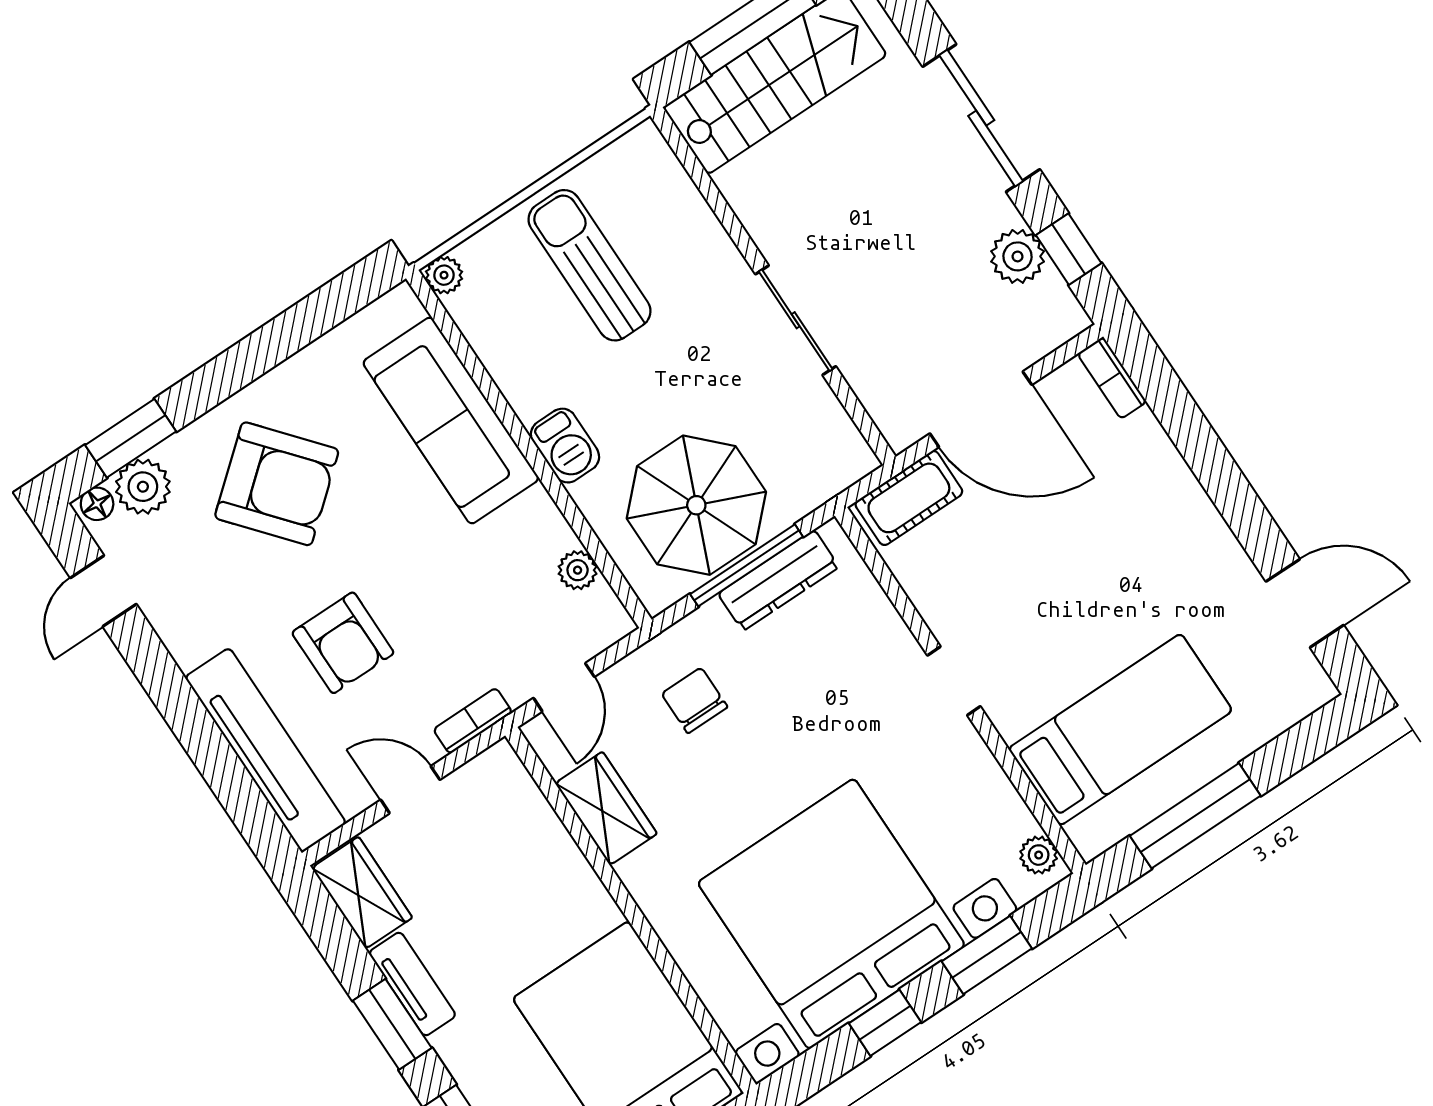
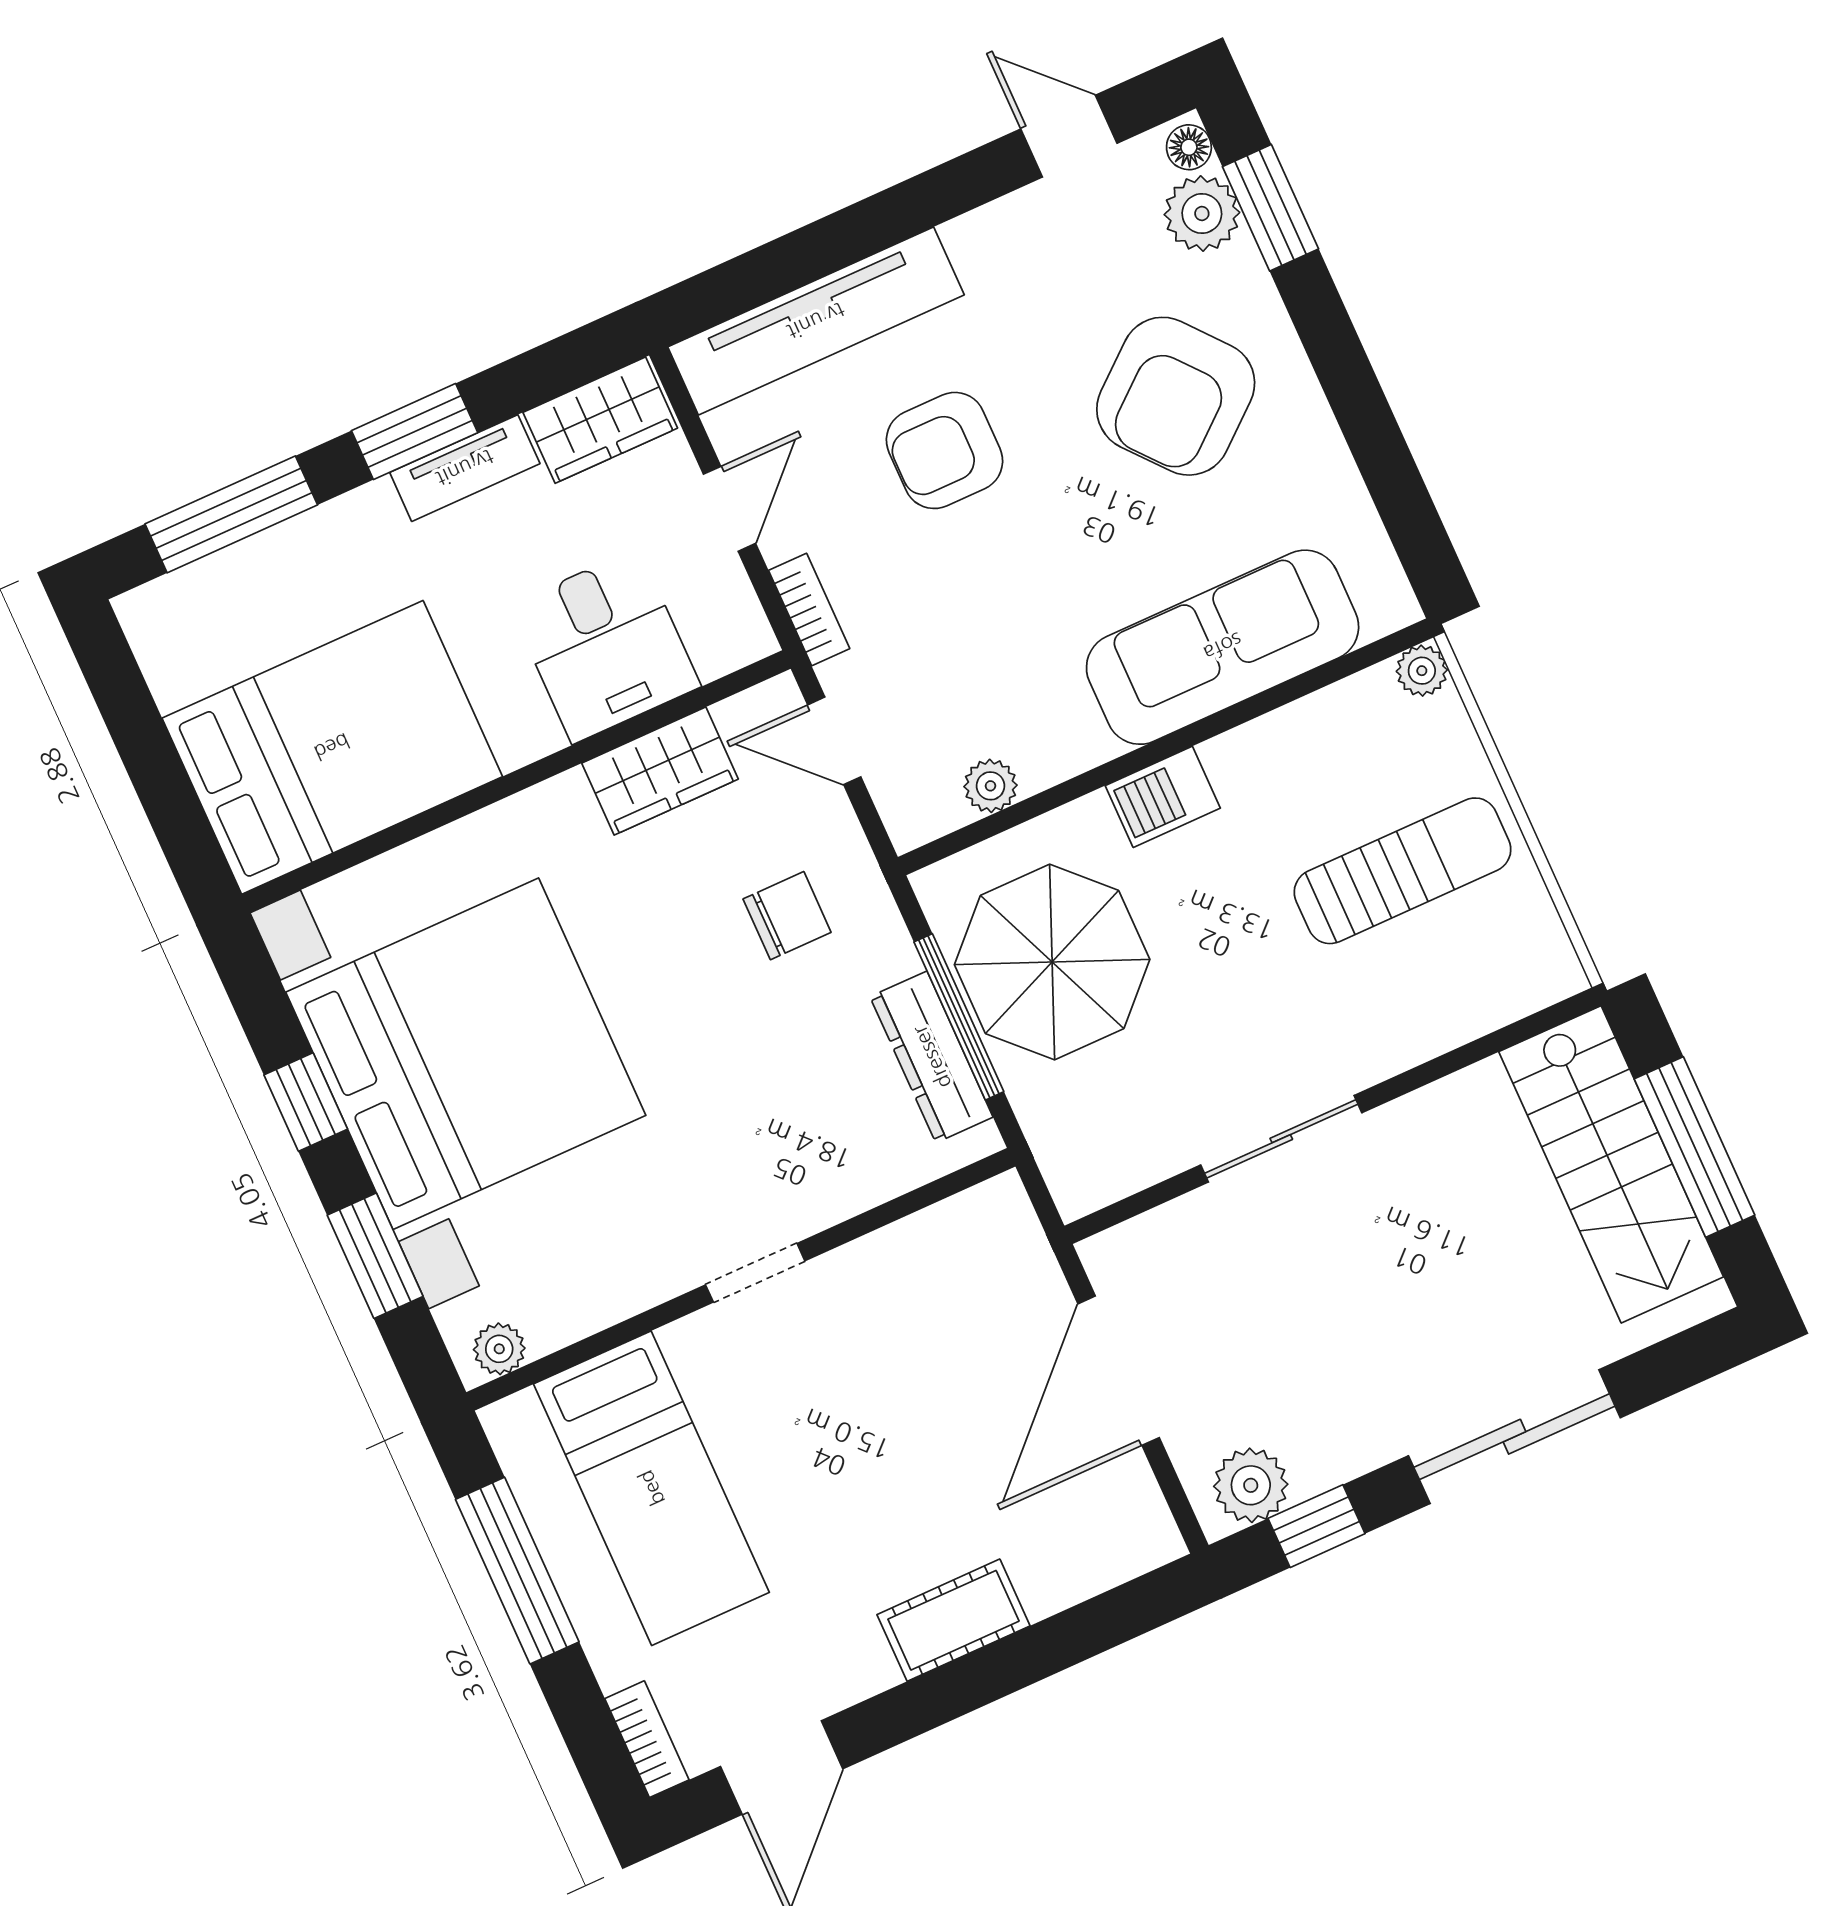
plant: (1018, 256) -> (1251, 1485), moved
bookcase: (1112, 378) -> (647, 1739), moved, turned 90
cot: (909, 498) -> (953, 1620), moved, turned 90
desk: (523, 862) -> (605, 646), added

